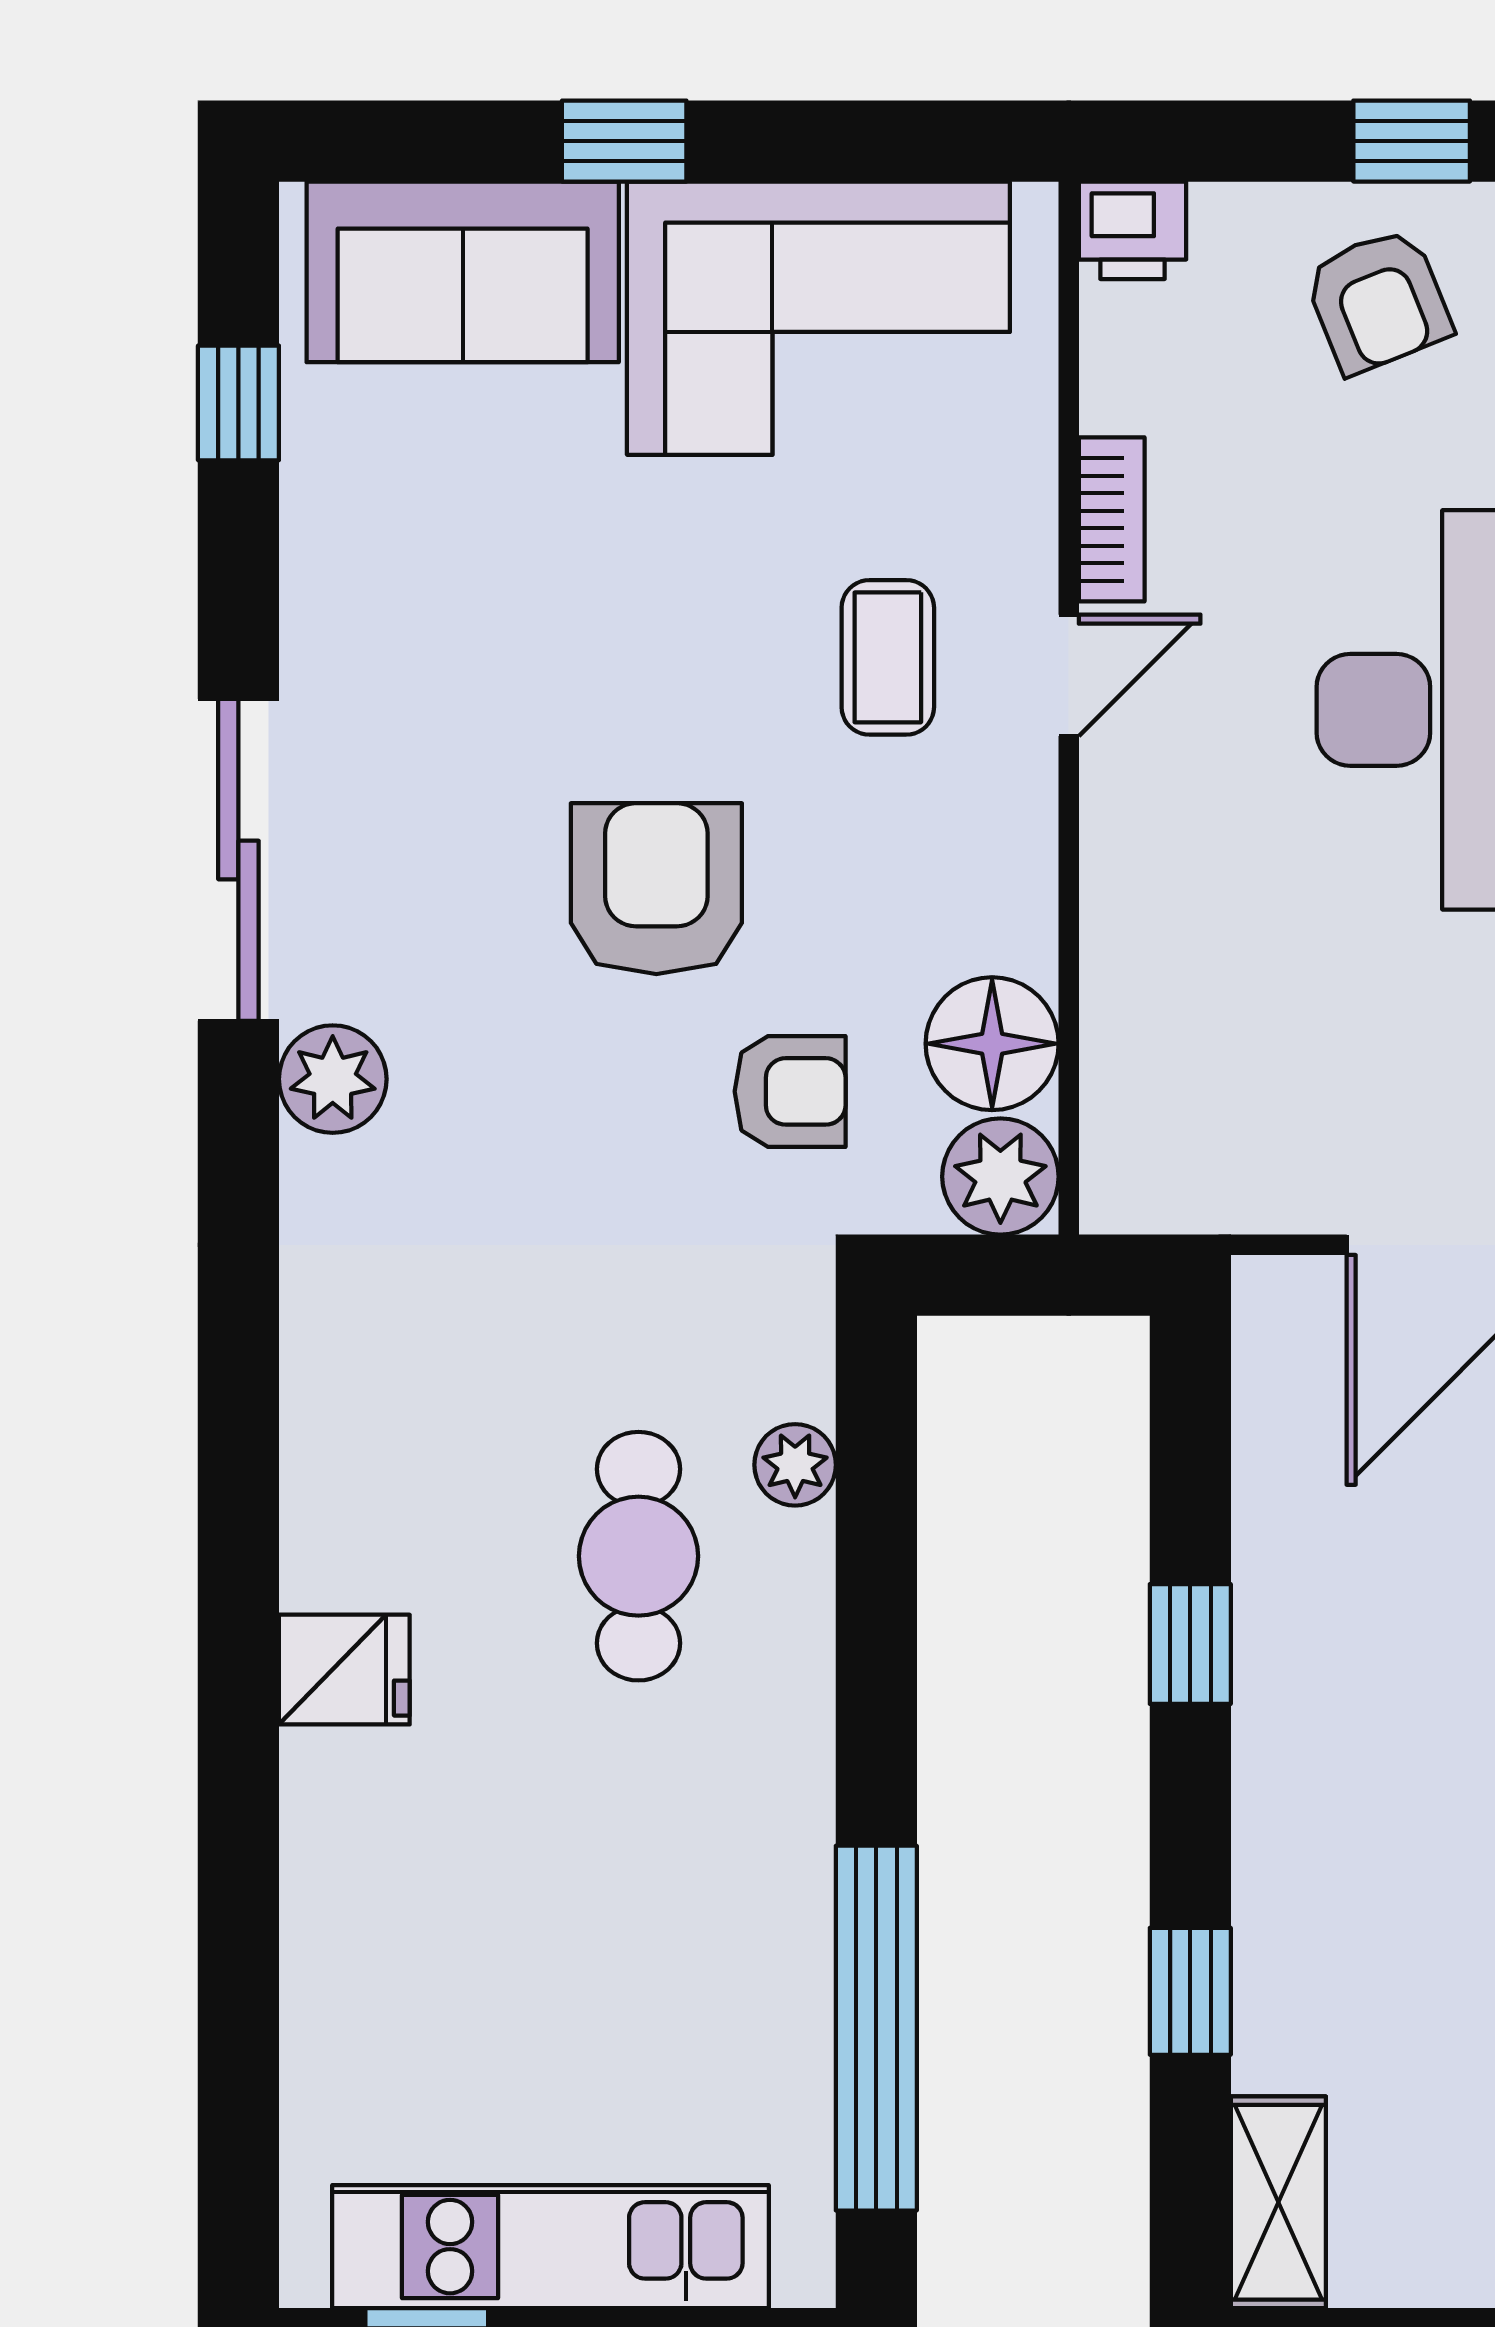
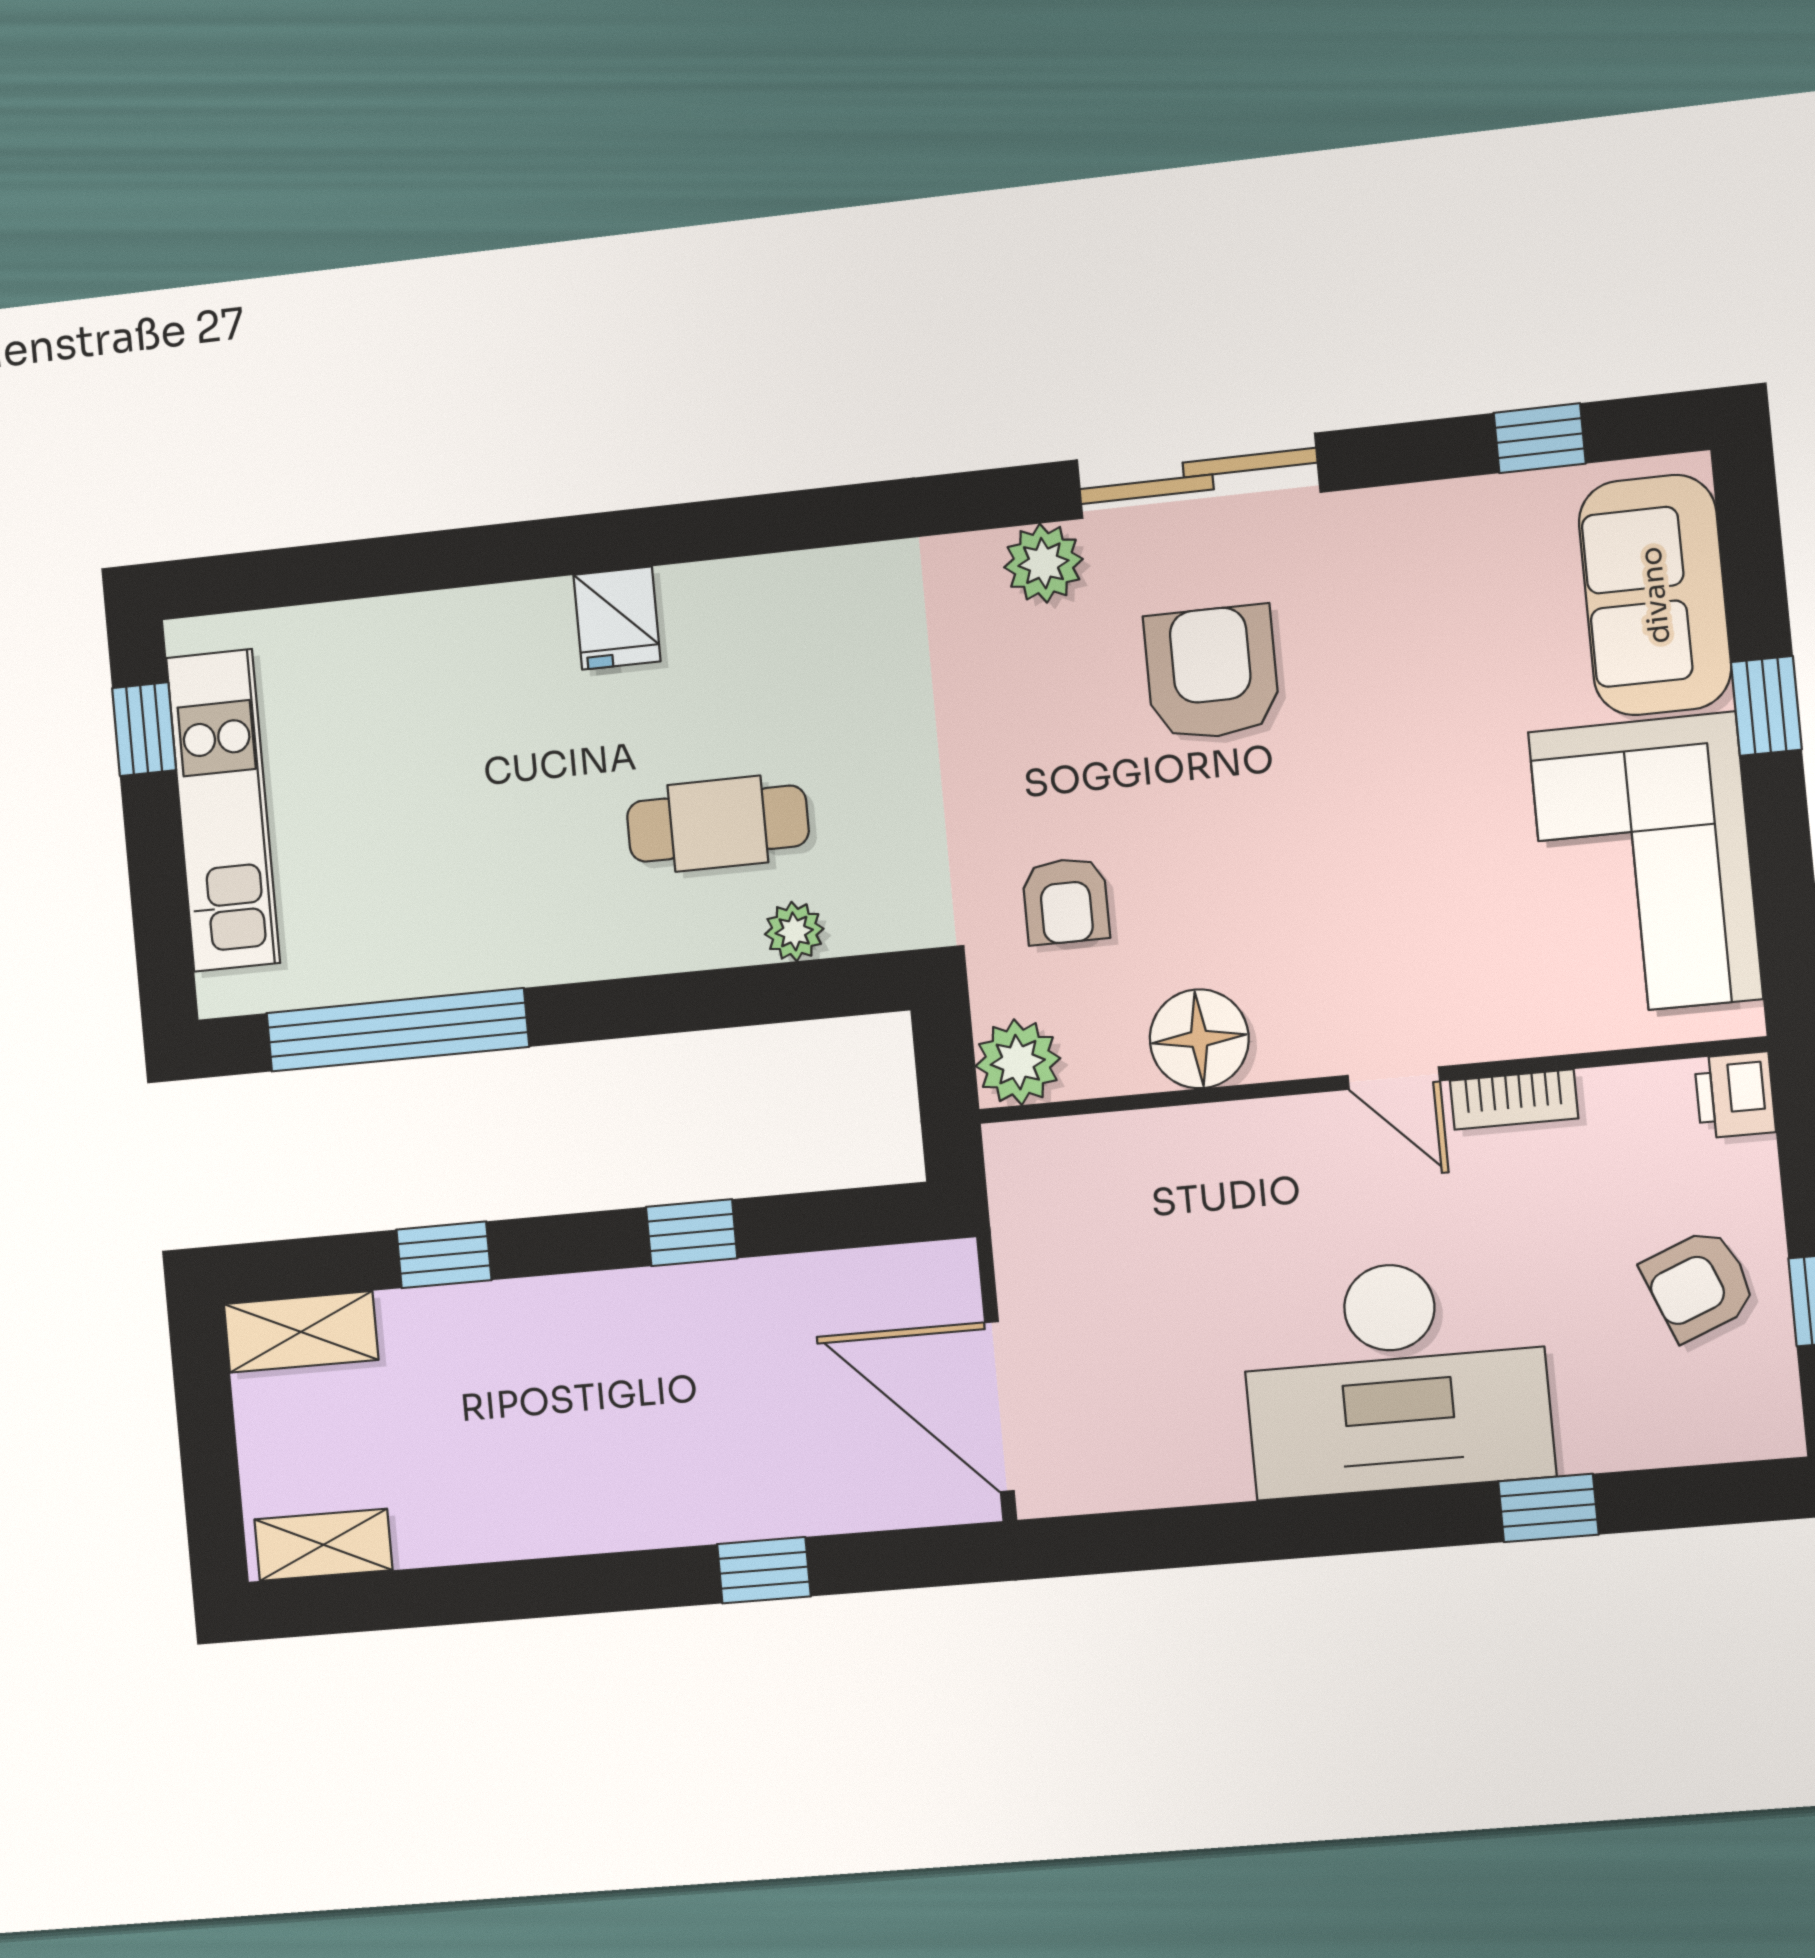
coffee table: (888, 657) -> (1394, 942), removed
armchair: (656, 889) -> (1212, 673), moved, turned -90
floor lamp: (992, 1044) -> (1199, 1039), moved

